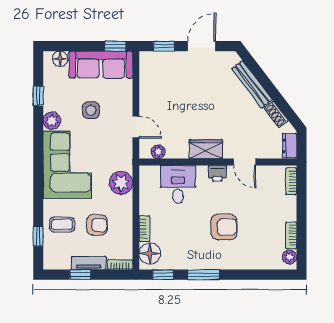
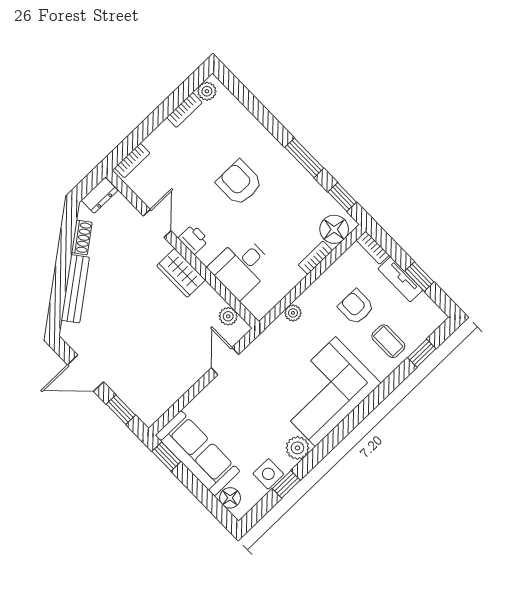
side table: (91, 110) -> (268, 474), moved
plant: (121, 183) -> (293, 313), width x0.53, depth x0.53

